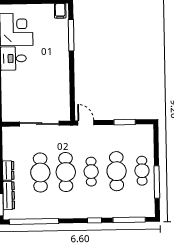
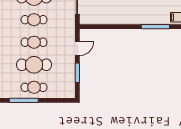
door: (86, 123) -> (77, 48), moved
cafe table: (66, 172) -> (34, 20), width x0.73, depth x0.74

